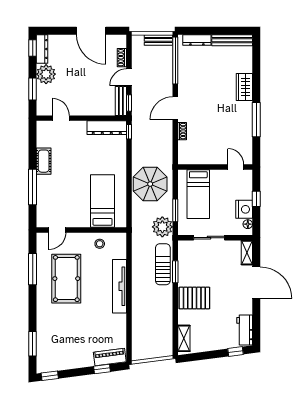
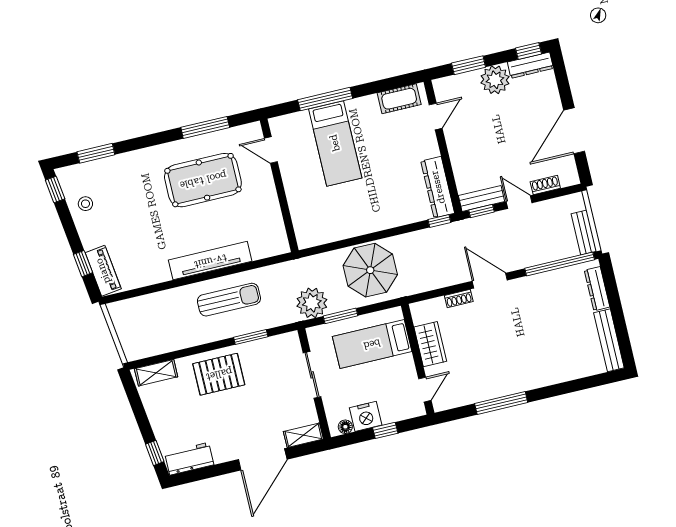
wardrobe: (244, 87) -> (430, 344), moved, turned 90
cot: (44, 161) -> (399, 99), moved
bed: (103, 201) -> (335, 143), moved, turned 90
stool: (100, 244) -> (85, 204), moved
sun lounger: (163, 264) -> (229, 300), moved
pallet: (194, 298) -> (219, 374), turned 90

